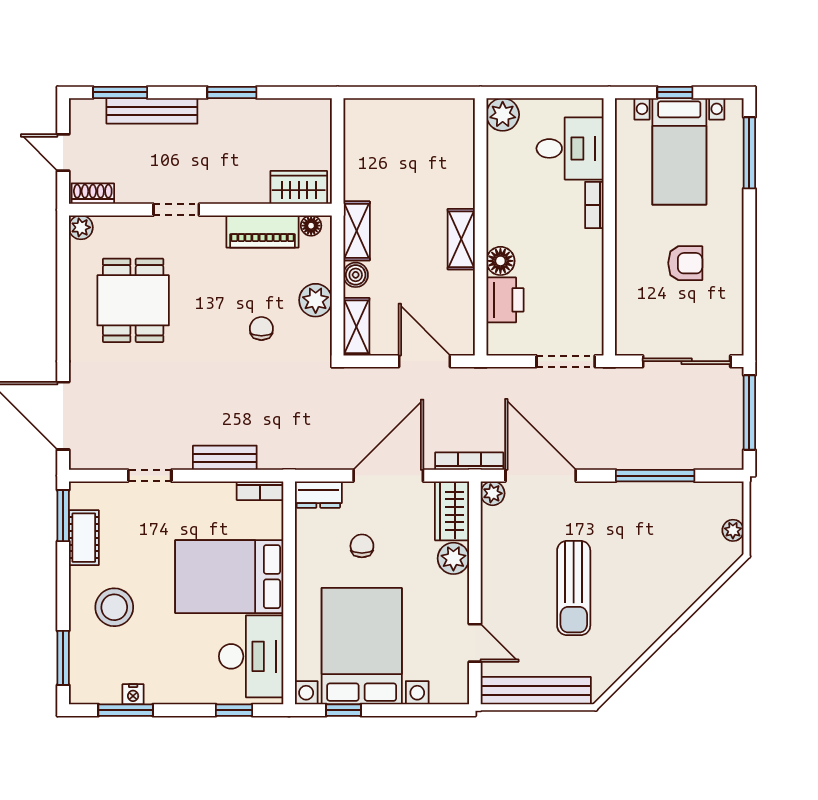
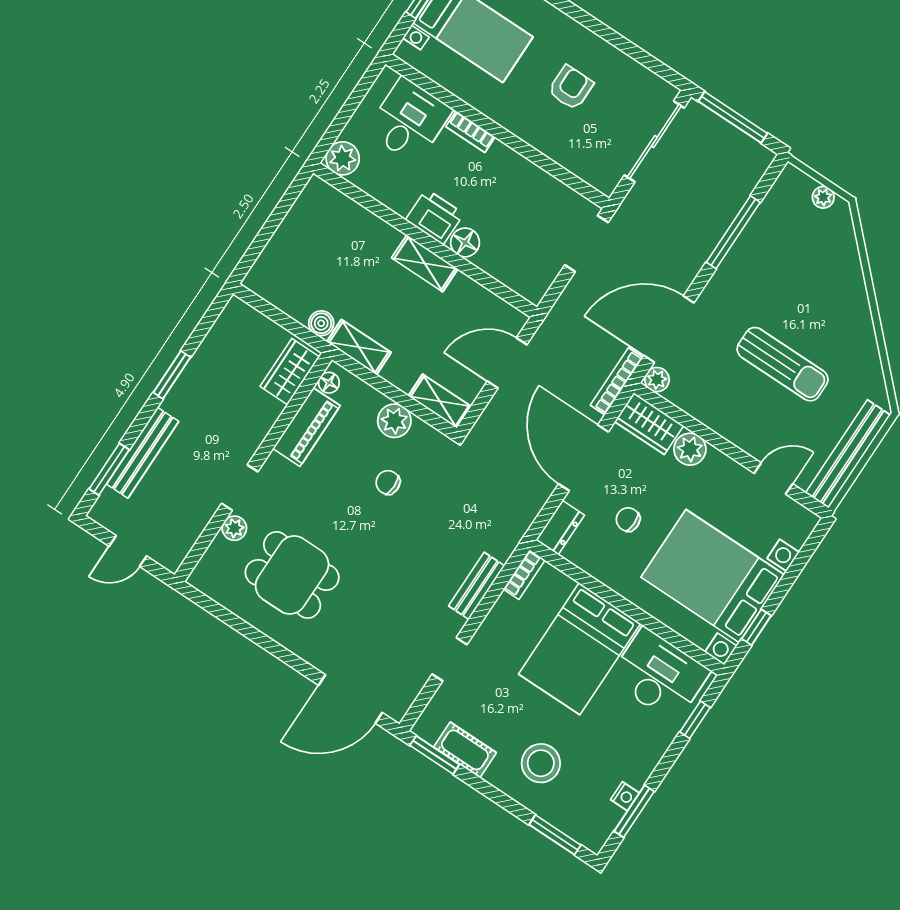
shoe rack: (93, 194) -> (179, 549), removed
plant: (81, 227) -> (234, 528), moved
boiler: (356, 275) -> (321, 323), moved
printer: (505, 300) -> (435, 217), moved

